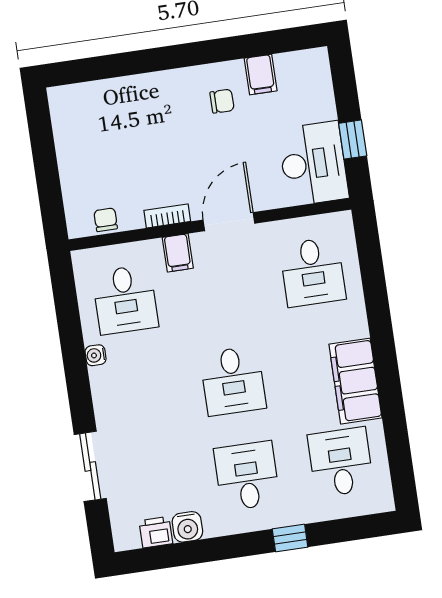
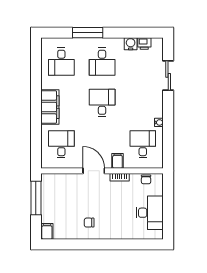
filing cabinet: (261, 75) -> (47, 231), moved
window: (353, 140) -> (36, 198), width x2.17
desk: (313, 164) -> (150, 213), moved, turned 180
door: (229, 222) -> (94, 171), swing flipped
filing cabinet: (355, 381) -> (50, 107), moved
window: (290, 538) -> (88, 33), width x2.17

